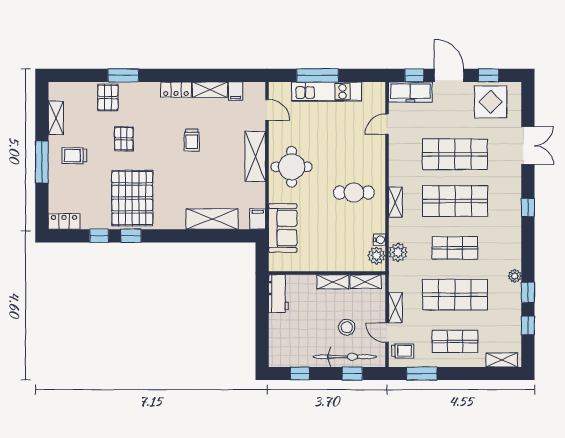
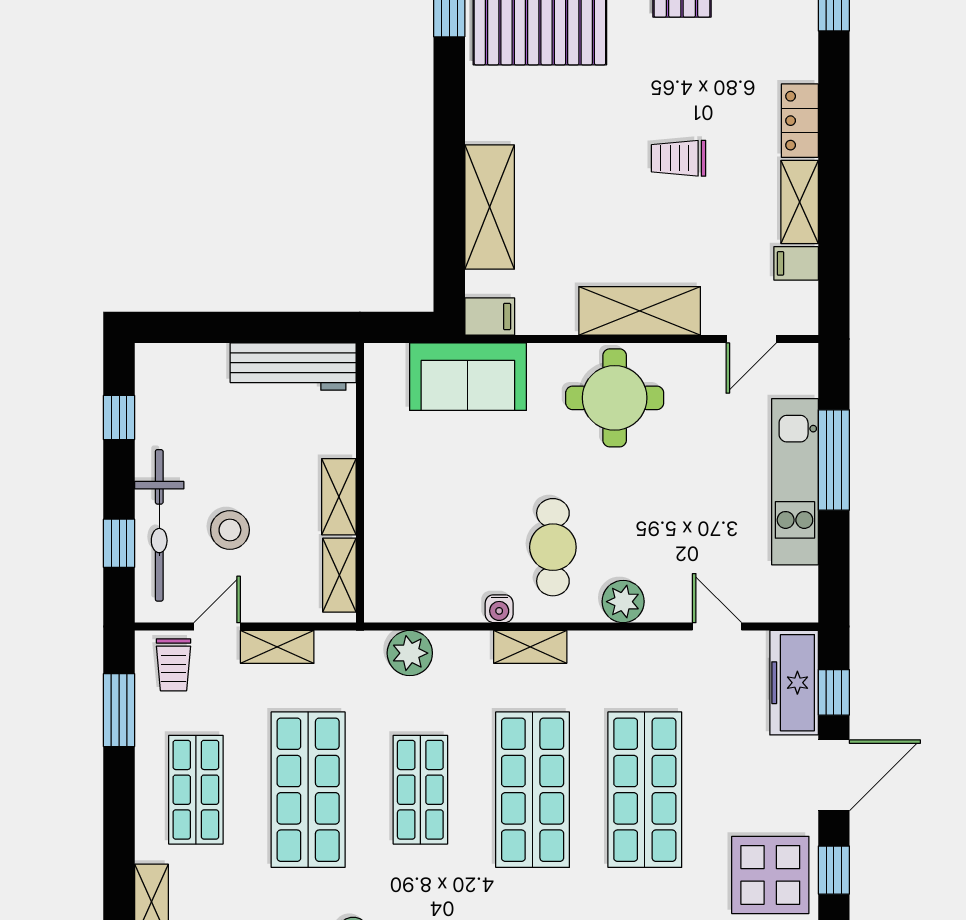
water cooler: (380, 240) -> (499, 609), moved
plant: (377, 256) -> (623, 602), moved
workbench: (279, 294) -> (293, 367), width x1.37

